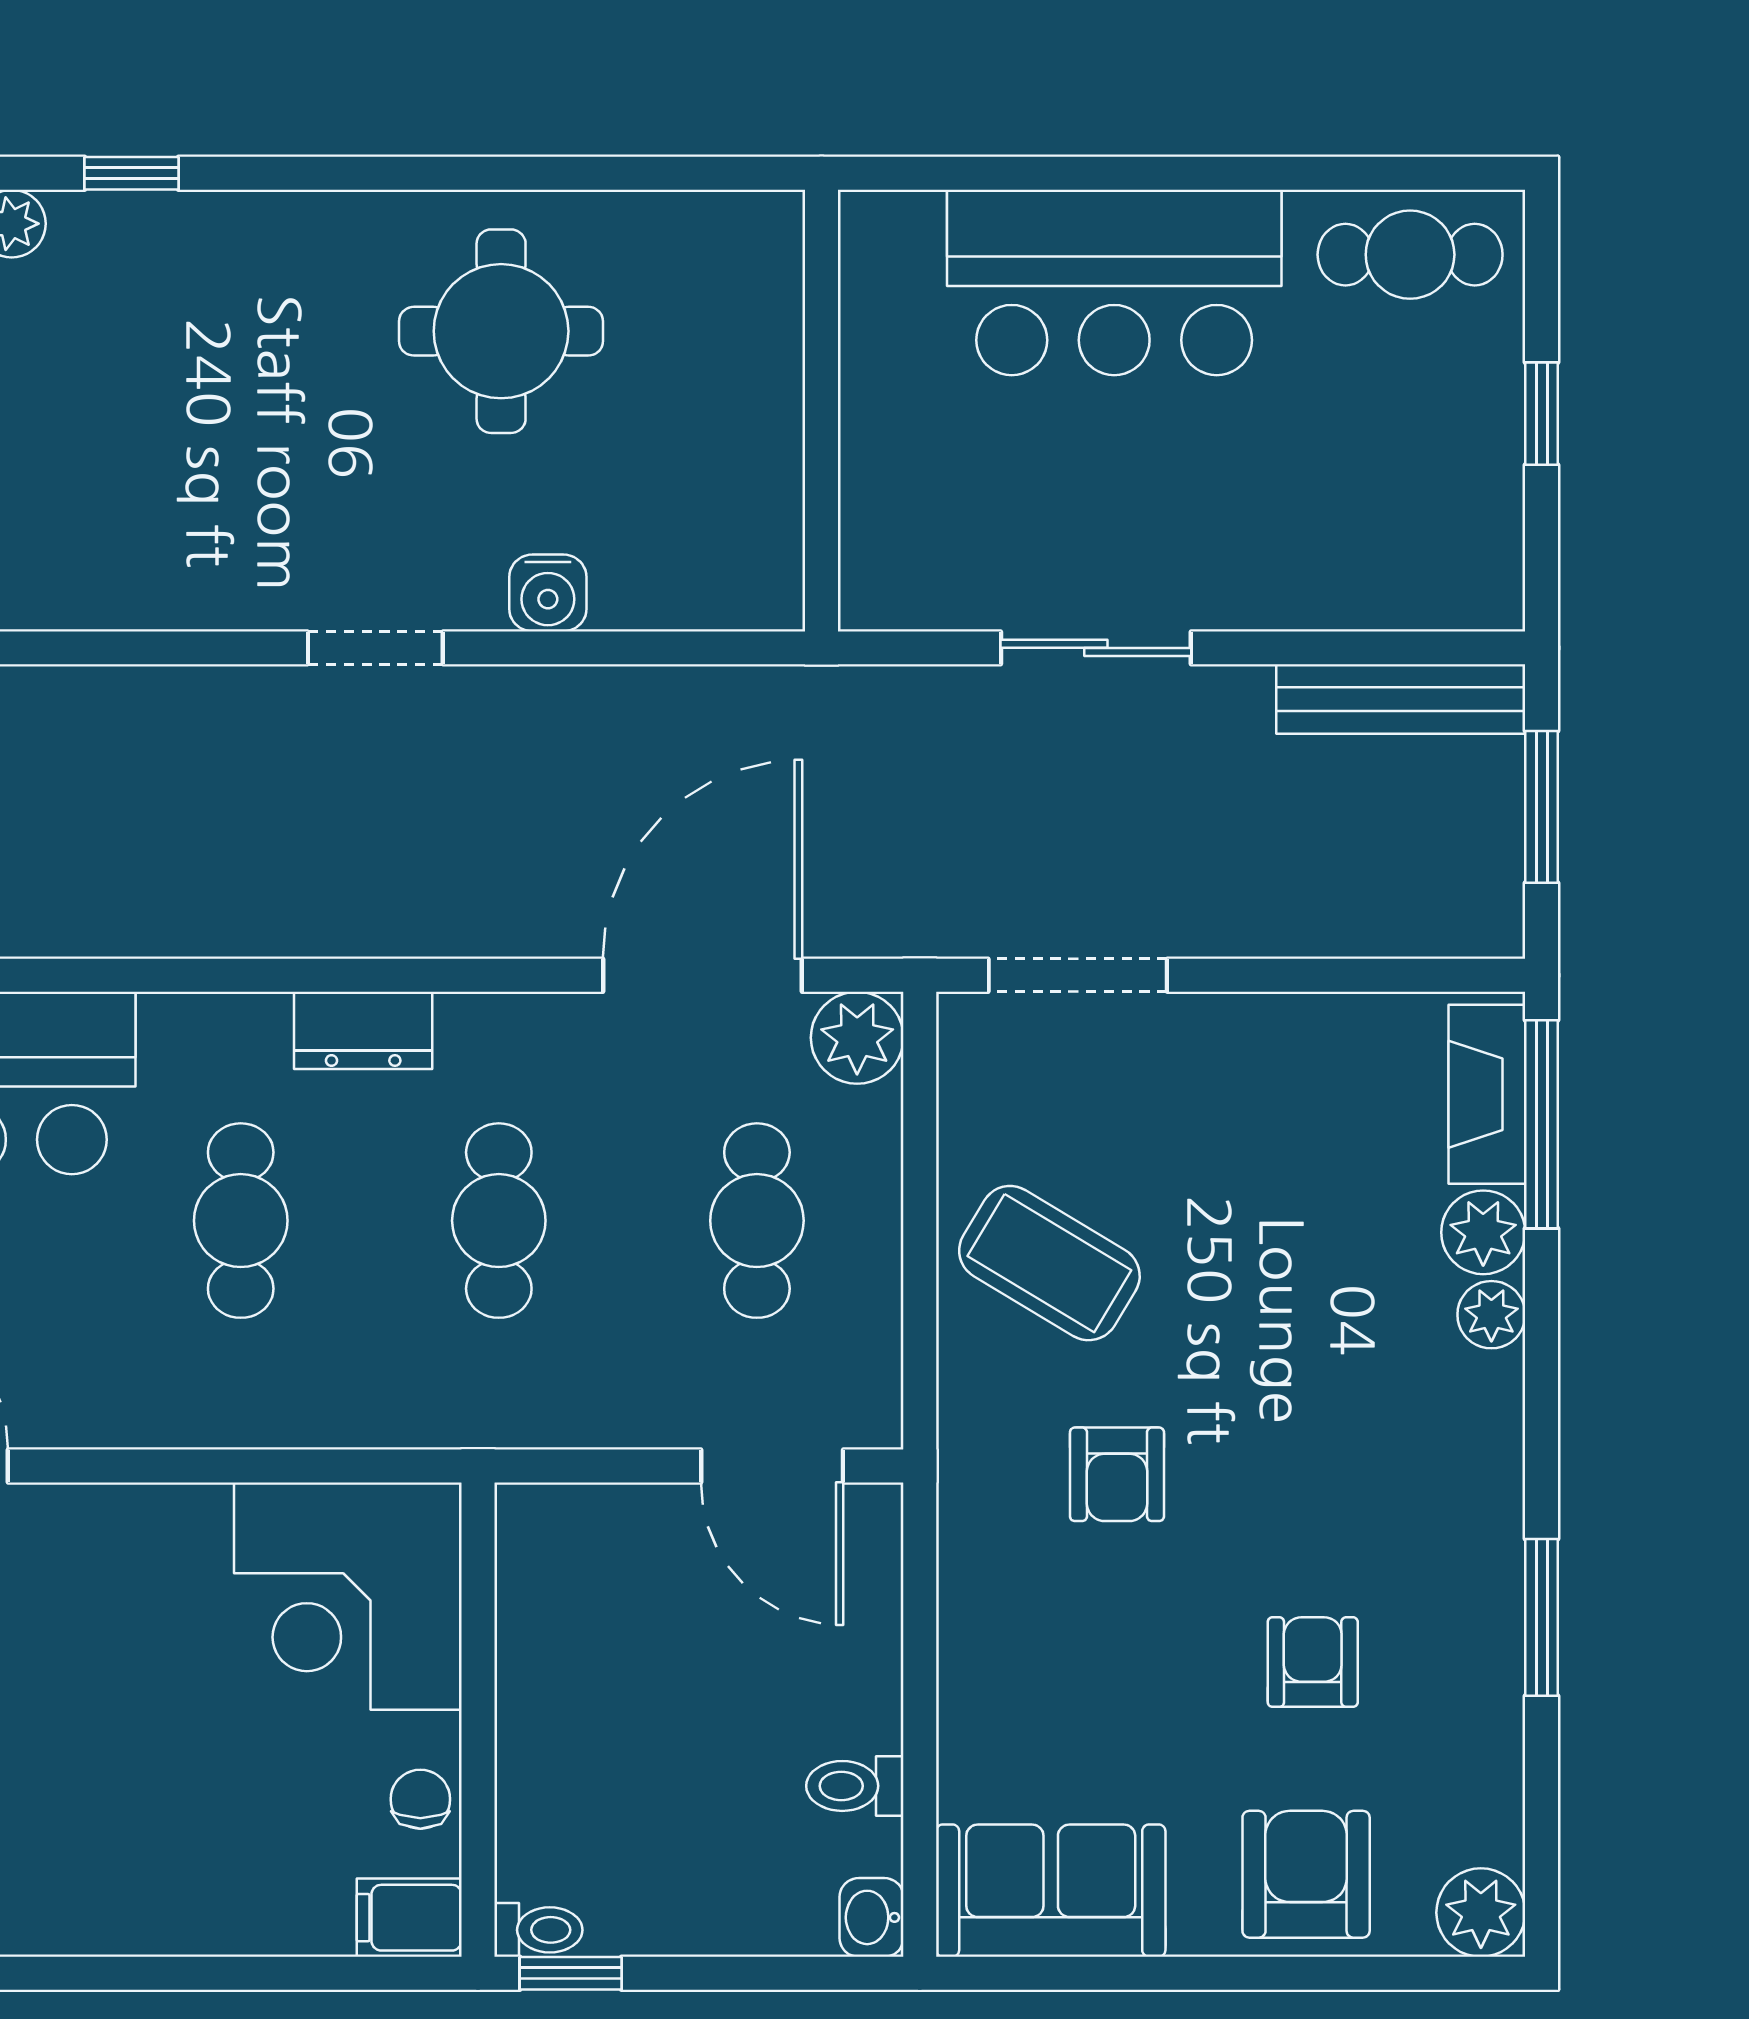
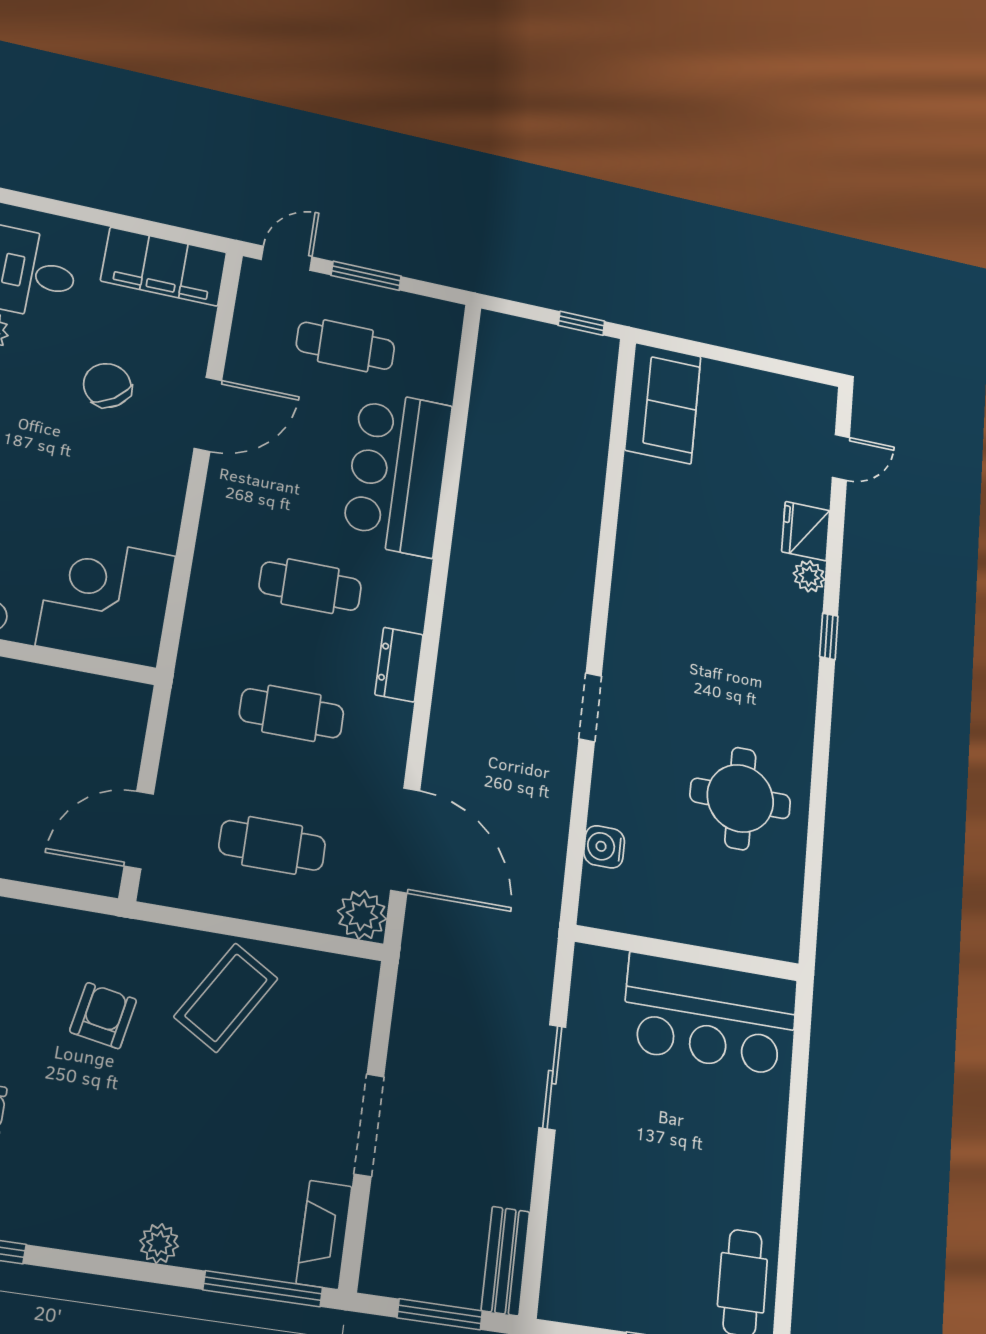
bar counter: (1114, 283) -> (710, 1014), moved, turned -90
water cooler: (548, 593) -> (604, 847), moved
bench: (1401, 699) -> (505, 1261), width x0.73
doorway: (1078, 975) -> (369, 1125), moved
fireplace: (1487, 1094) -> (324, 1235), moved, turned -90
plant: (1483, 1232) -> (207, 1246), removed
armchair: (1117, 1474) -> (103, 1016), turned 100

